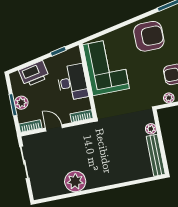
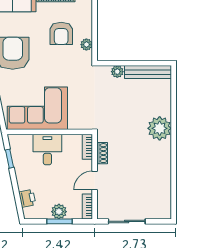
printer: (34, 74) -> (27, 198), width x0.53, depth x0.68
desk: (72, 82) -> (47, 149), width x0.73
shoe rack: (79, 130) -> (102, 153), added
plant: (75, 181) -> (160, 128), moved

